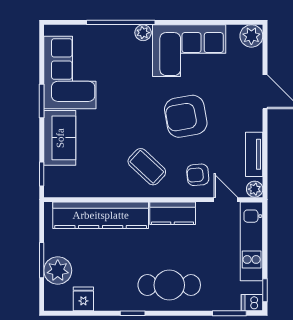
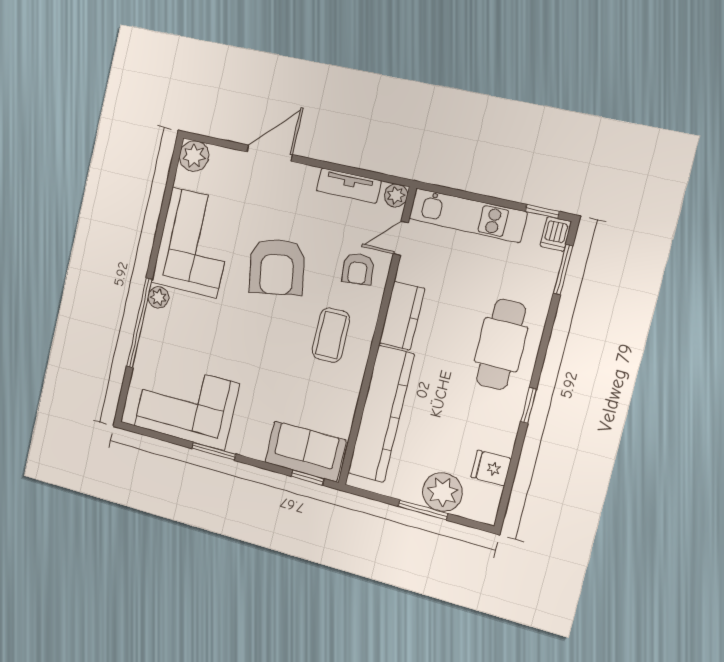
sofa: (60, 138) -> (305, 451), moved
coffee table: (147, 167) -> (331, 335), turned -43

